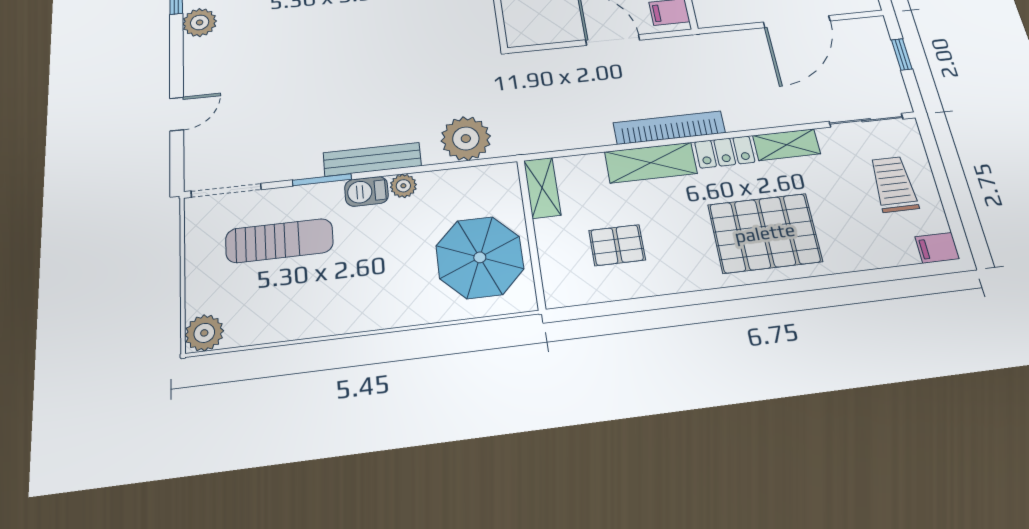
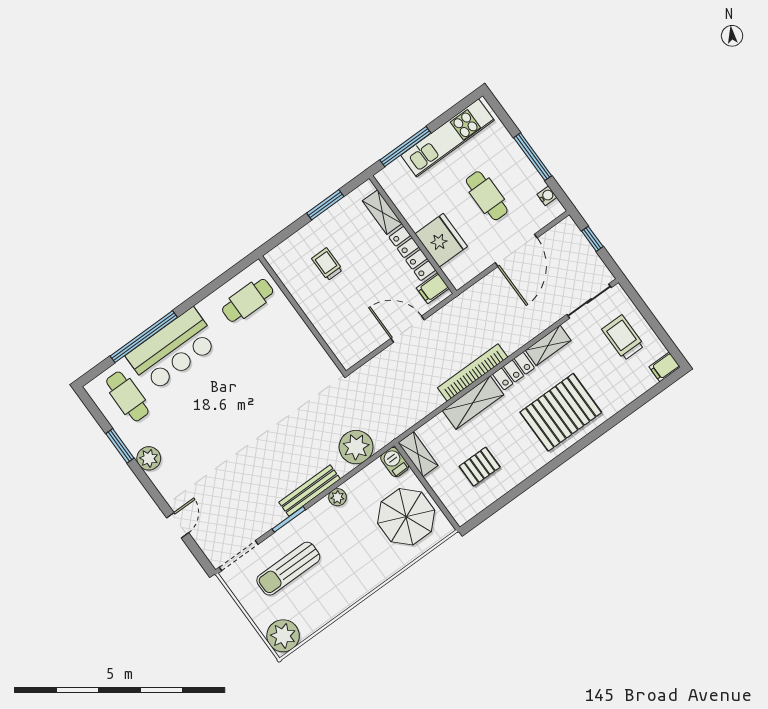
barbecue: (367, 191) -> (395, 462), moved, turned 90
sun lounger: (279, 241) -> (288, 569), turned 180
plant: (204, 333) -> (283, 636), width x1.36, depth x1.36

